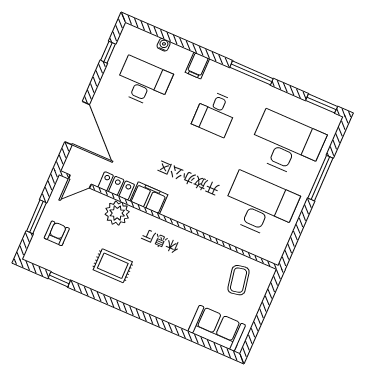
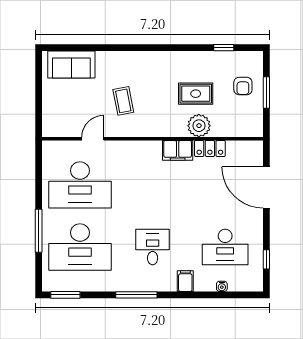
door: (80, 181) -> (93, 139), moved
rug: (113, 266) -> (196, 94), moved
coffee table: (239, 280) -> (123, 101), moved

